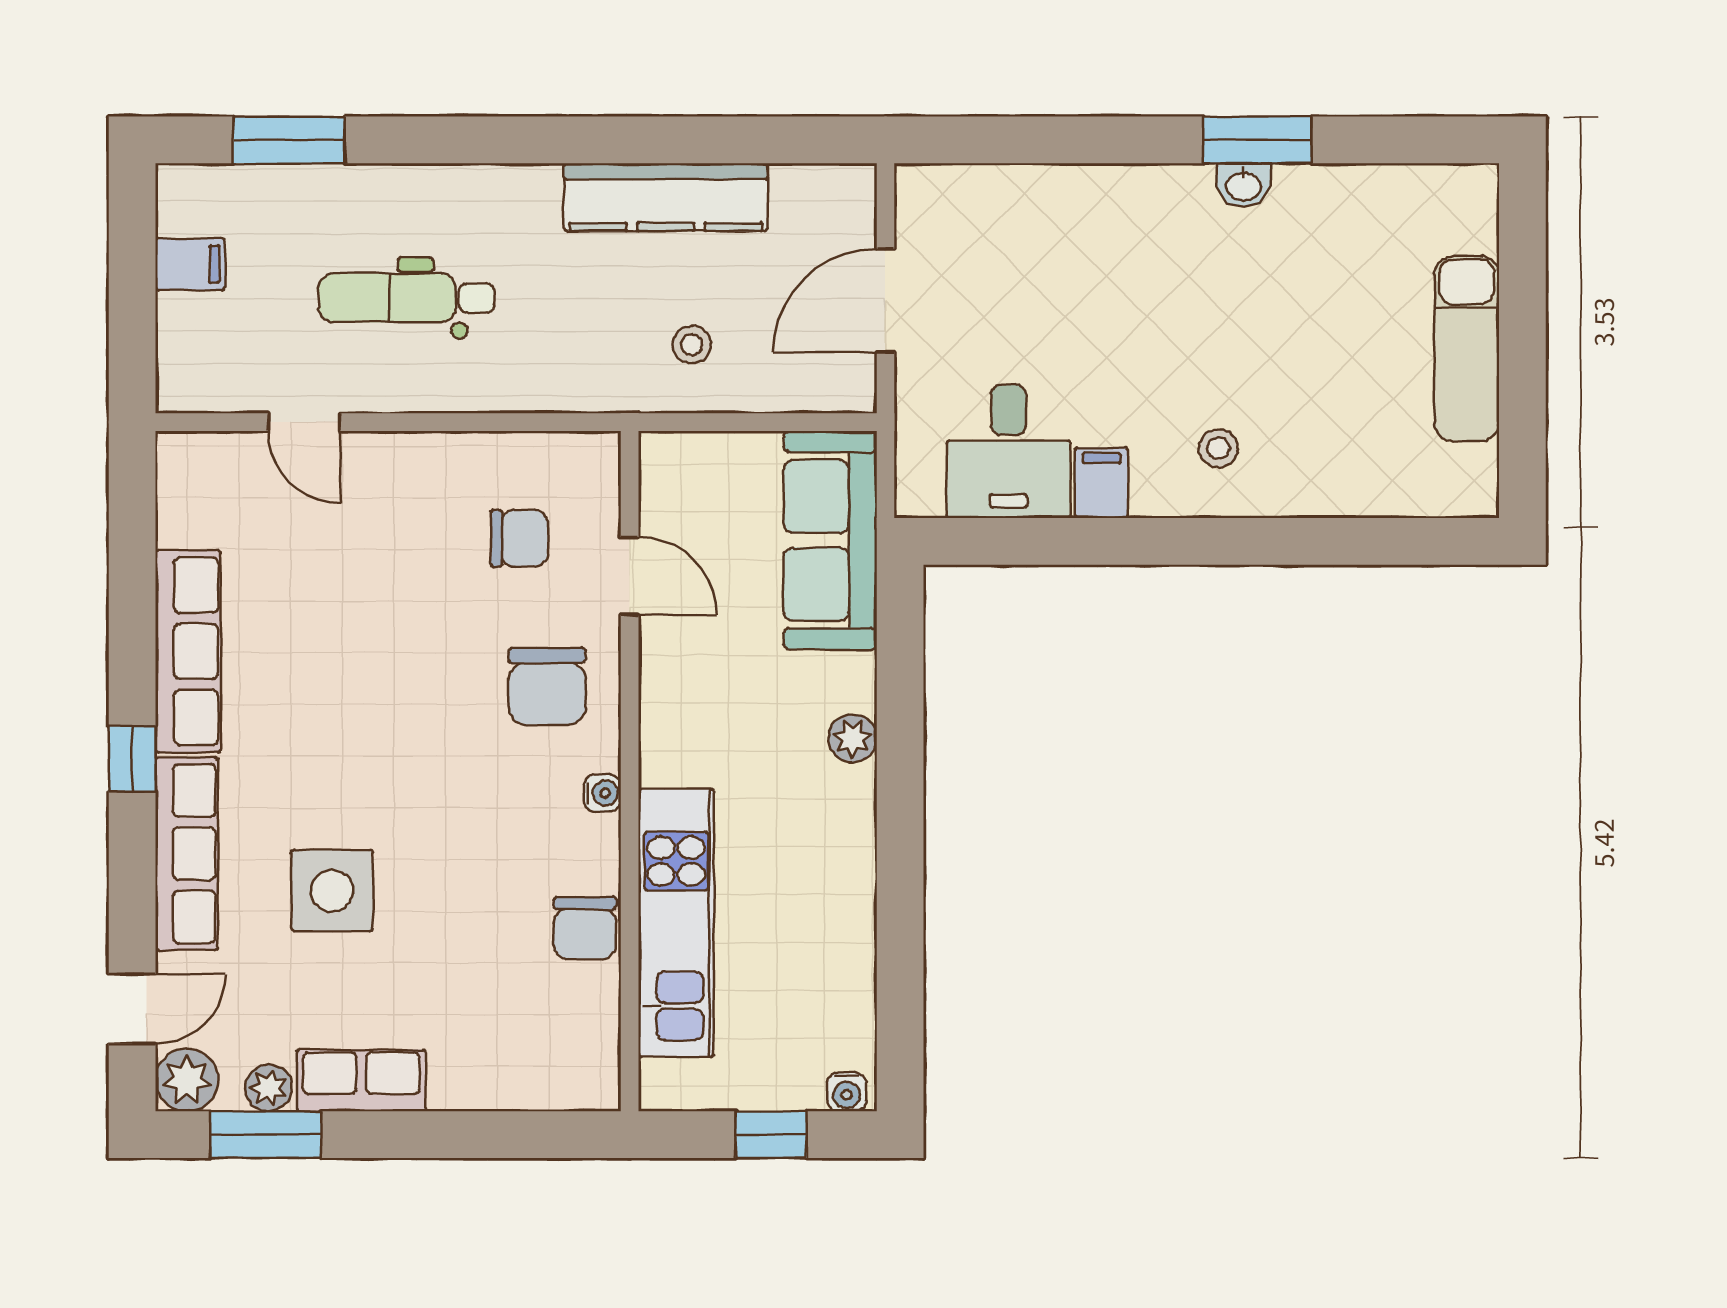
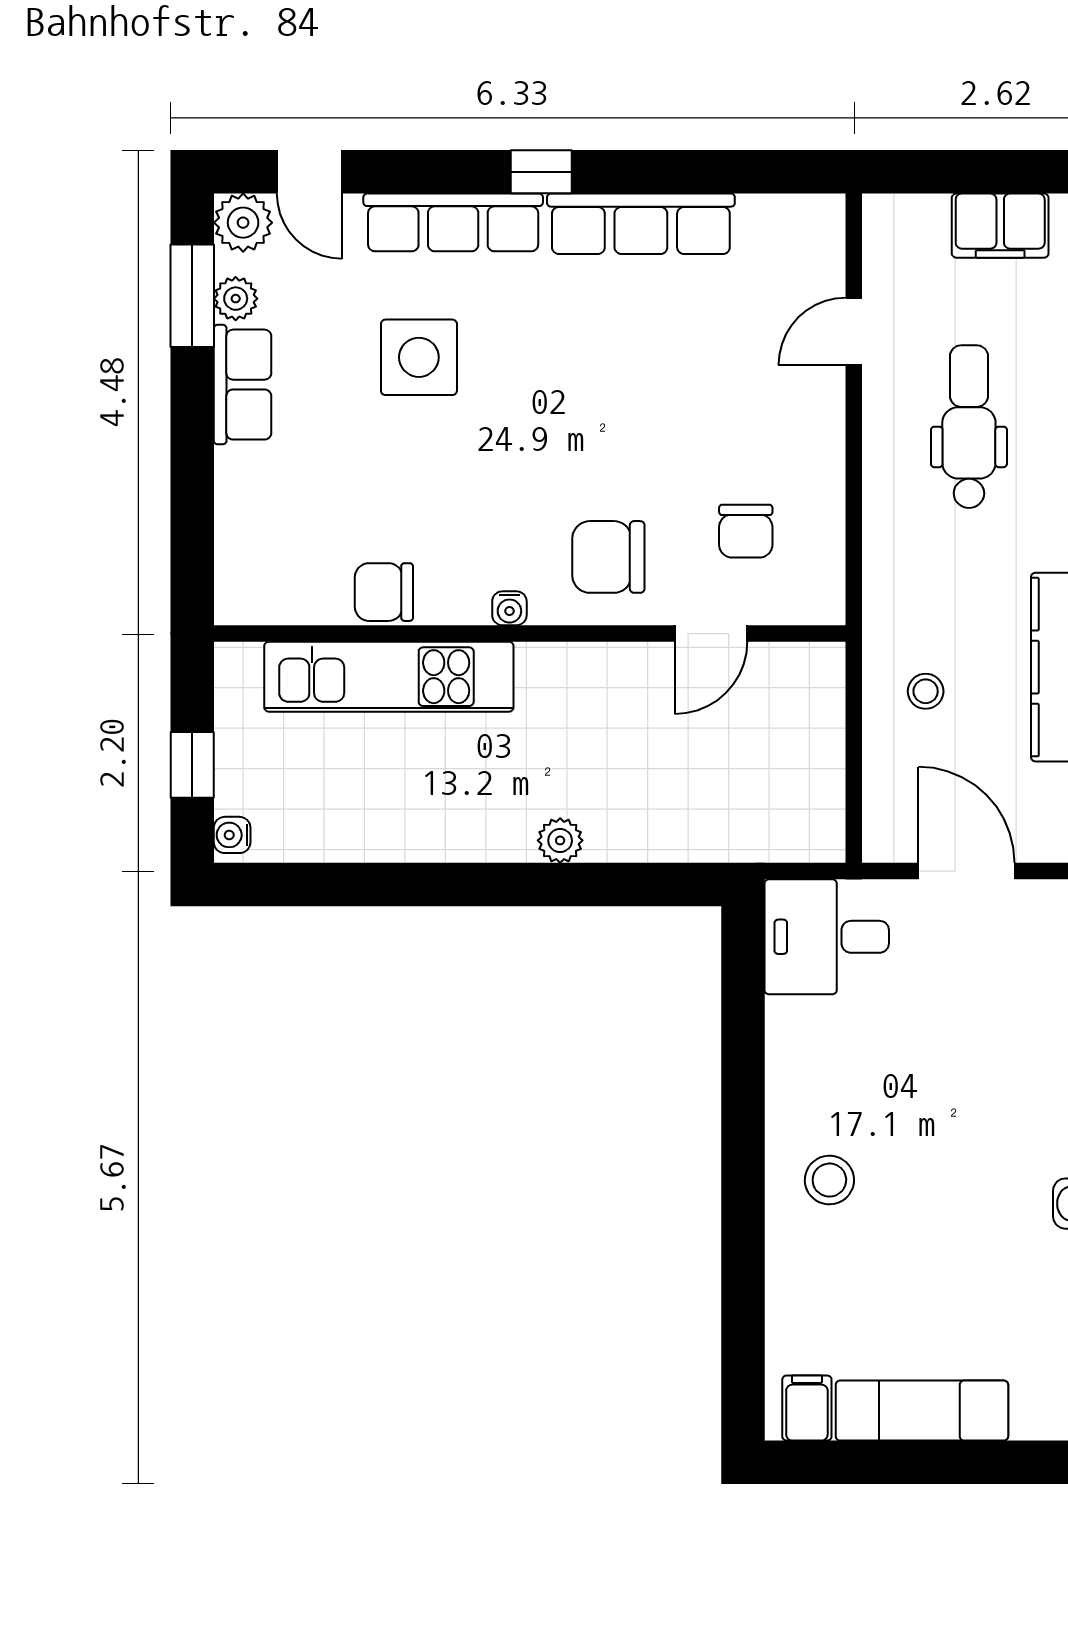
filing cabinet: (190, 264) -> (1000, 226), width x2.00
stool: (1218, 448) -> (829, 1180), width x1.37, depth x1.37
desk: (1008, 451) -> (827, 937), moved
filing cabinet: (1102, 483) -> (807, 1408), moved, turned -90
sofa: (830, 540) -> (744, 820), removed

